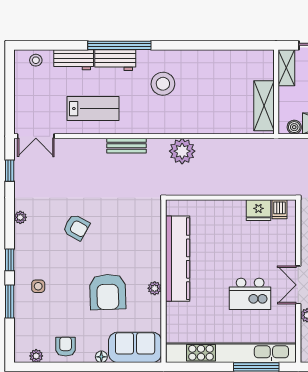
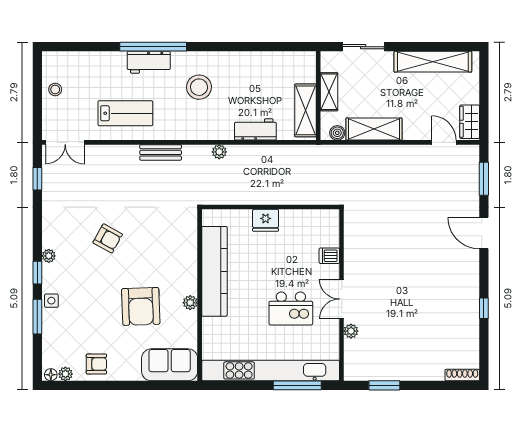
stool: (36, 60) -> (55, 89), moved
workbench: (74, 60) -> (255, 129), moved, turned 180
shelving: (286, 68) -> (329, 92), moved
plant: (182, 151) -> (219, 152), width x0.53, depth x0.53
dishwasher: (279, 209) -> (329, 256), moved, turned 90
fridge: (258, 210) -> (266, 220), moved
plant: (20, 217) -> (49, 256), moved
side table: (38, 286) -> (51, 301), moved
armchair: (66, 347) -> (96, 364), turned 90
floor lamp: (101, 357) -> (51, 375), moved

